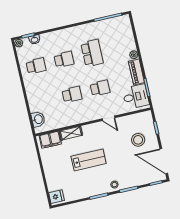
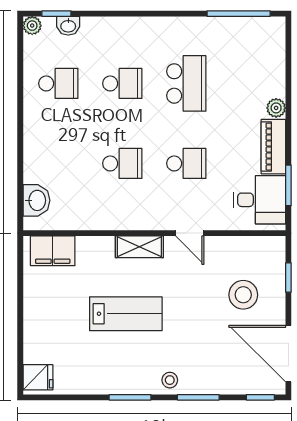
shelving: (71, 133) -> (139, 247), moved

